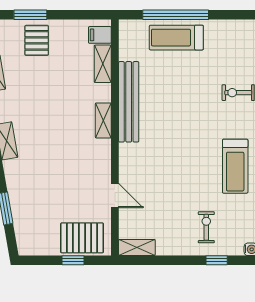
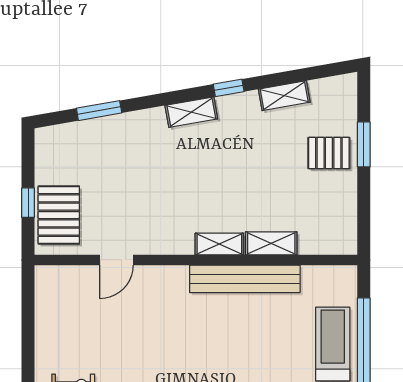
filing cabinet: (100, 35) -> (336, 239), removed
shelving: (103, 64) -> (271, 243), moved
shelving: (137, 248) -> (46, 290), removed

